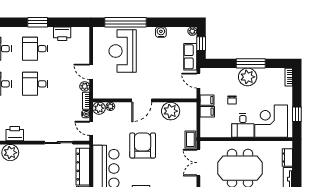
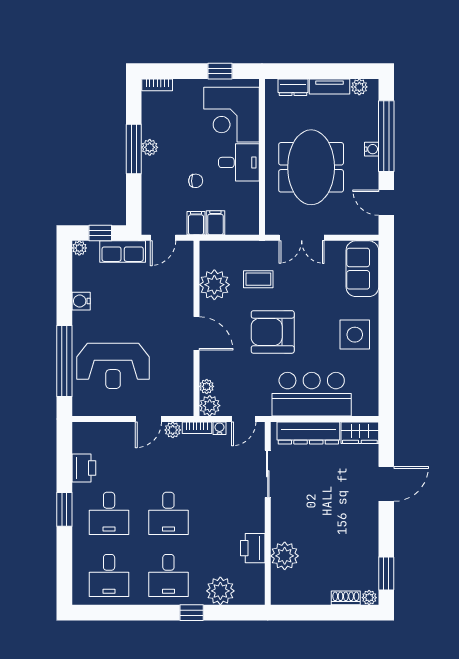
plant: (248, 77) -> (150, 147), width x0.53, depth x0.53
coffee table: (190, 139) -> (258, 279), moved

